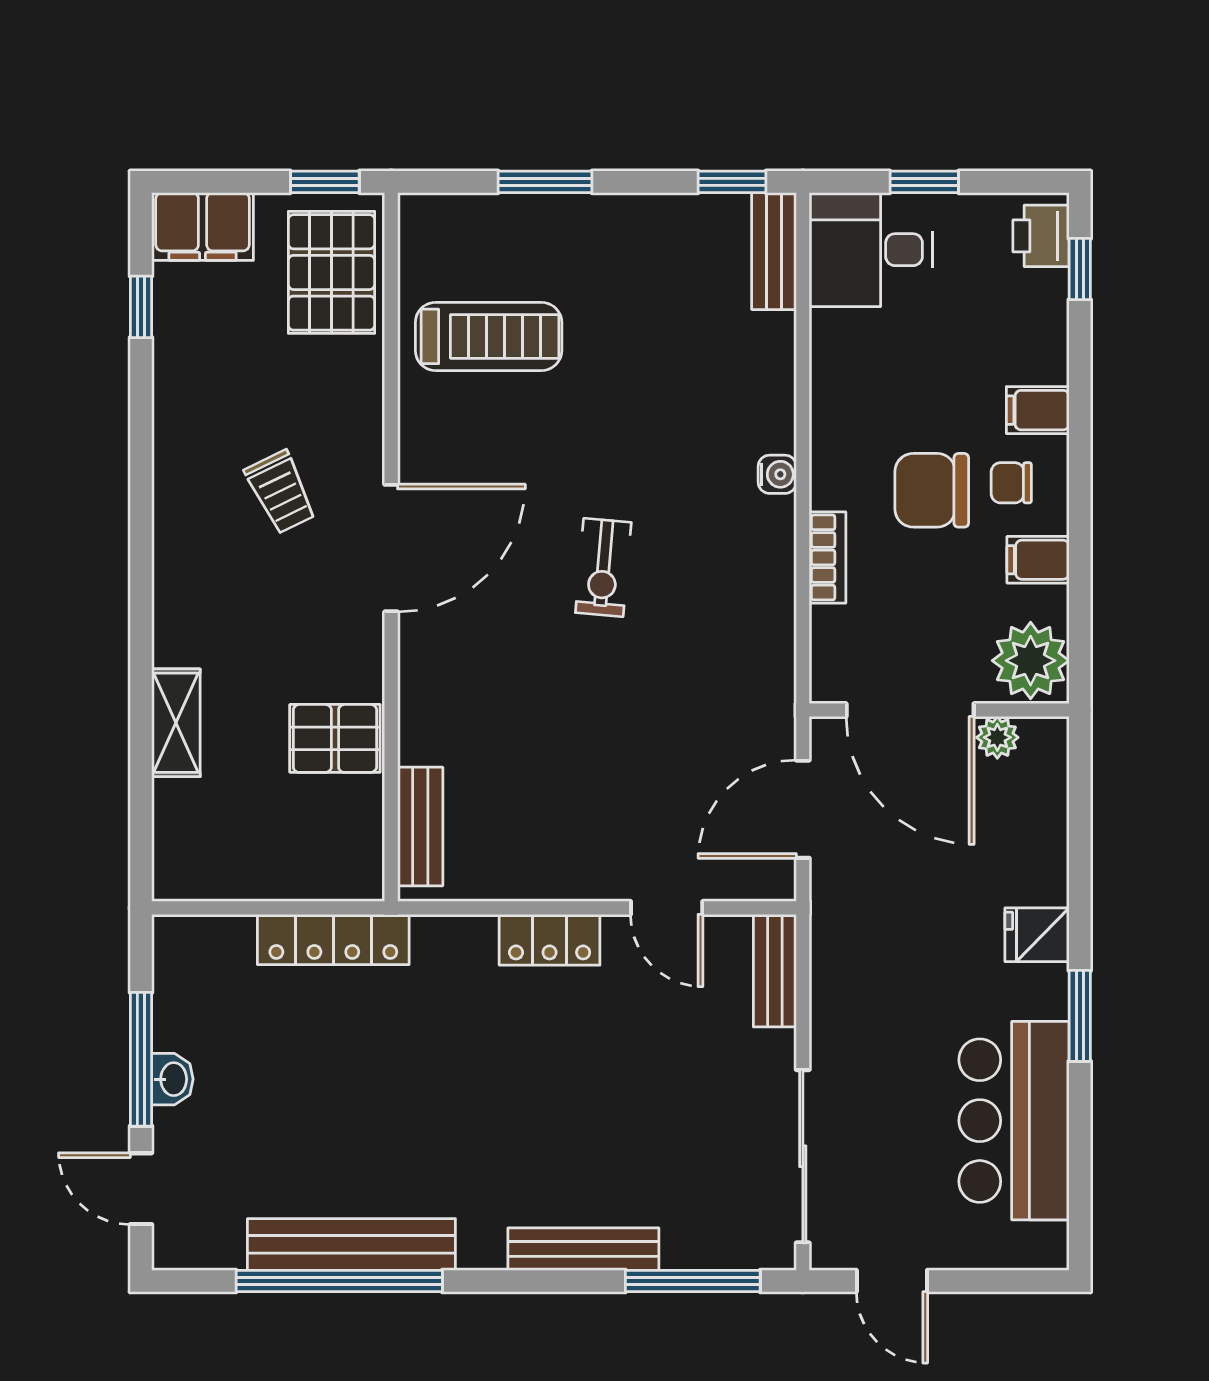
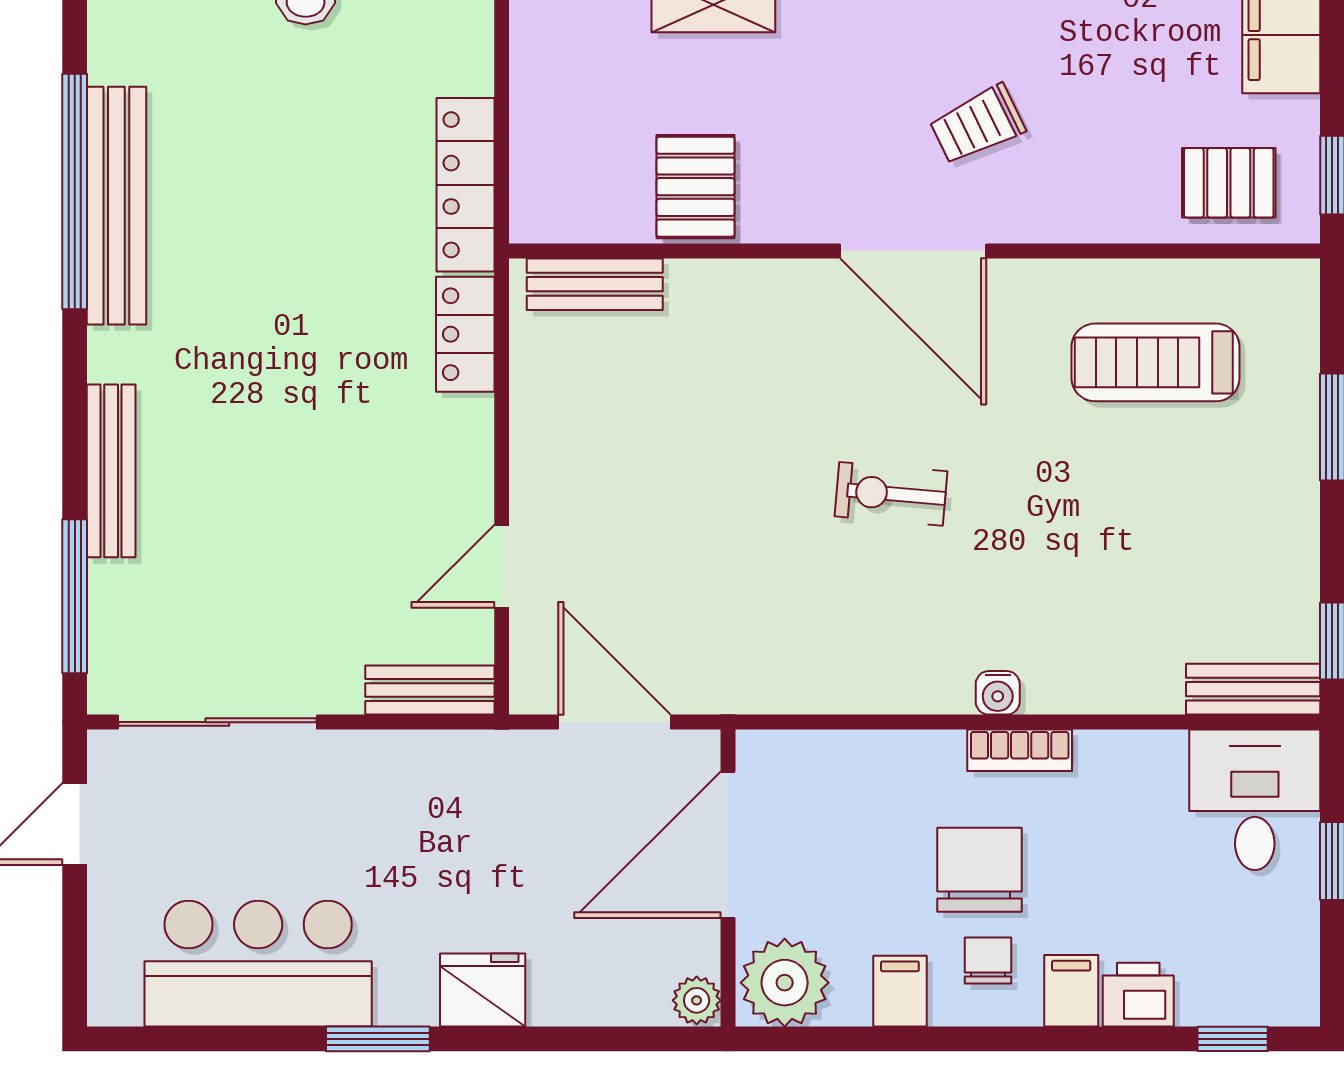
printer: (1041, 236) -> (1138, 995), moved
pallet: (331, 272) -> (1229, 183), width x0.67, depth x0.71
treadmill: (489, 336) -> (1155, 362), turned 90
bookcase: (827, 557) -> (1020, 750), moved
plant: (997, 737) -> (697, 1000), moved
fridge: (1037, 935) -> (483, 990), width x1.38
locker: (550, 940) -> (465, 334), moved

